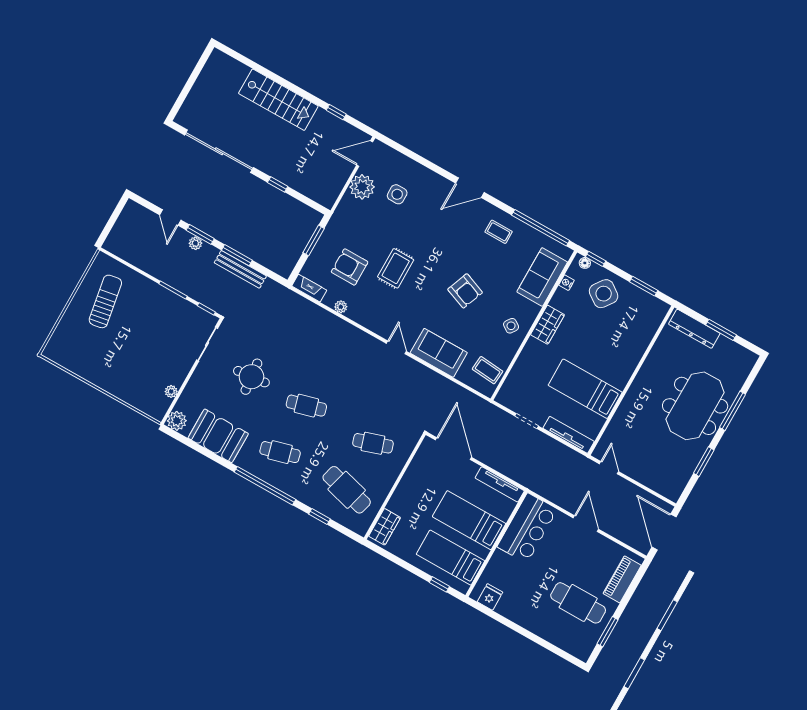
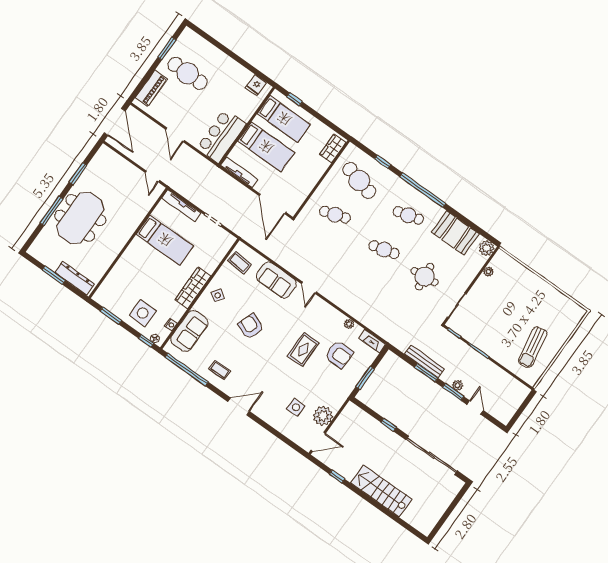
side table: (604, 294) -> (143, 313), turned -36
wardrobe: (548, 325) -> (193, 288), width x1.50

